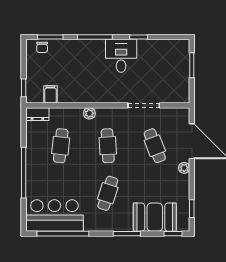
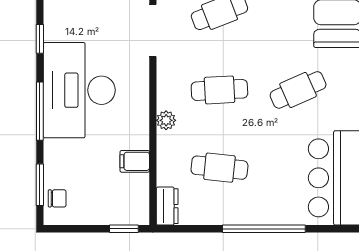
desk: (121, 56) -> (79, 90), width x1.87, depth x1.30
filing cabinet: (50, 94) -> (135, 161), moved
cafe table: (108, 193) -> (298, 90), turned -42

